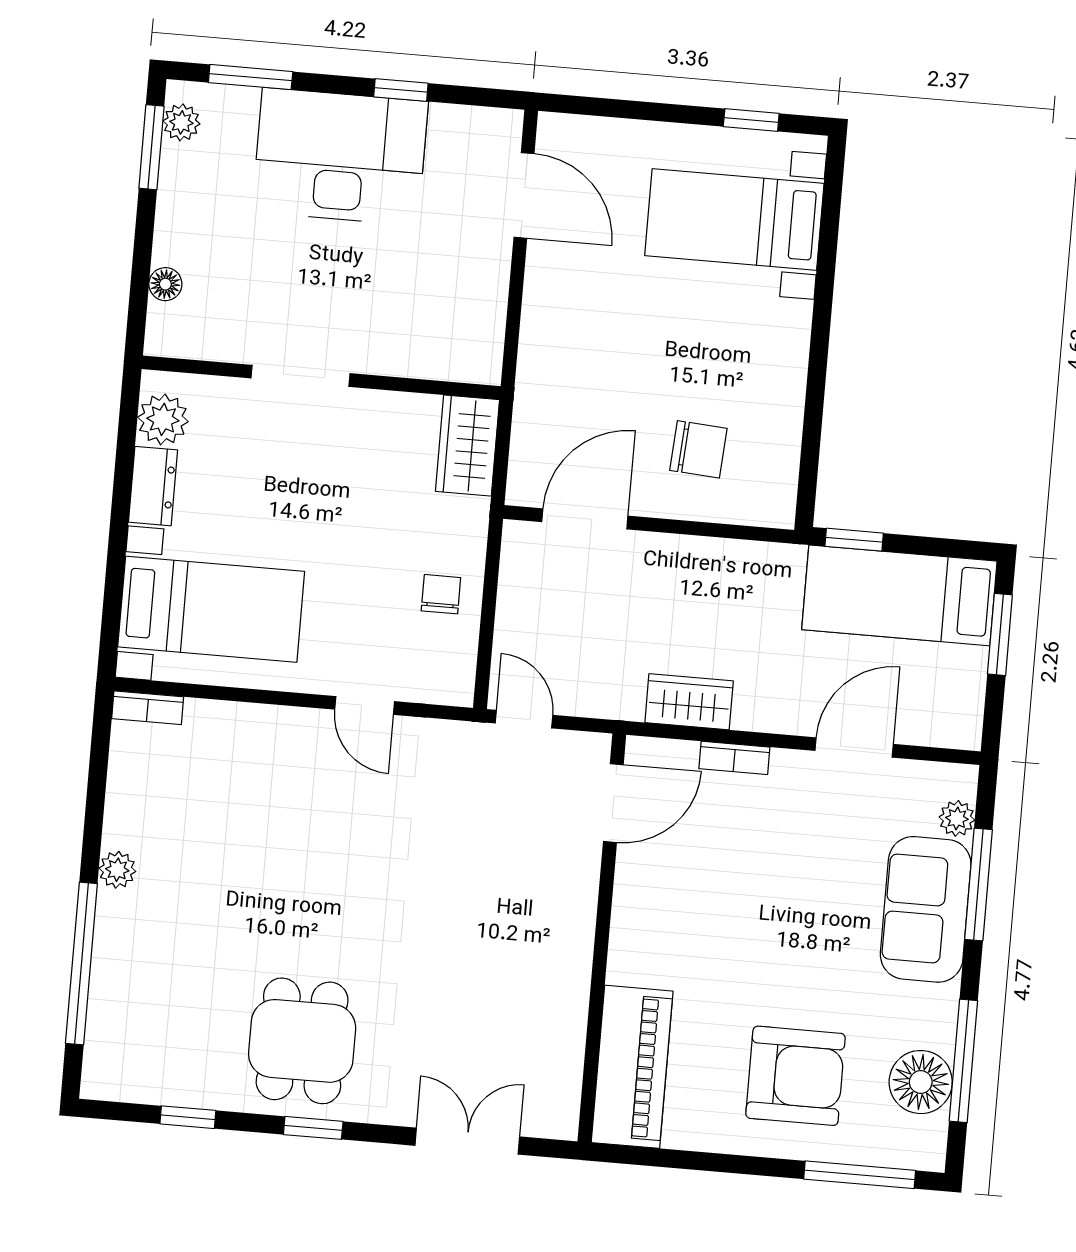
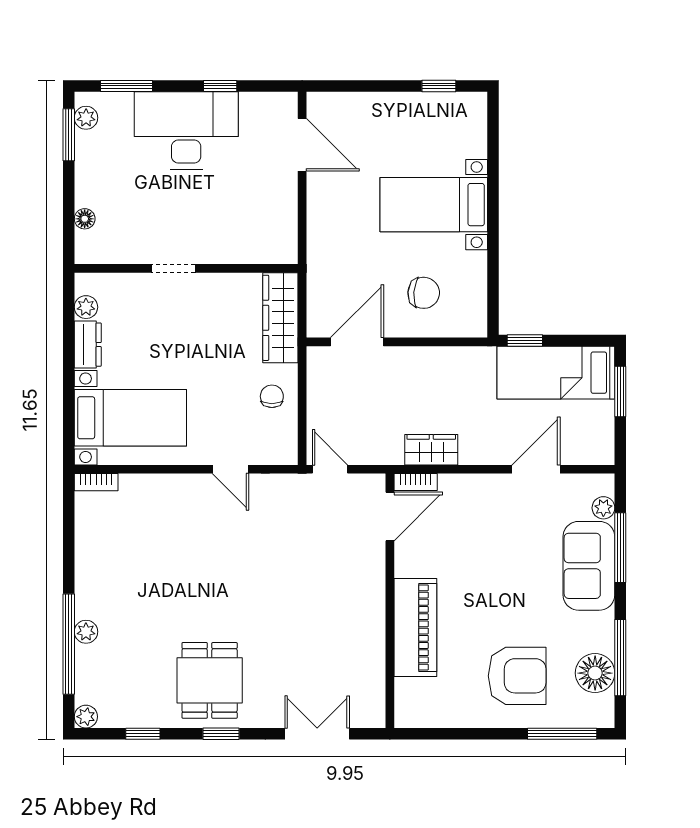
bed with nightstands: (734, 219) -> (434, 205), moved
doorway: (301, 376) -> (173, 268), width x0.73
plant: (163, 419) -> (86, 307), width x0.73, depth x0.73
wardrobe: (467, 446) -> (280, 318), width x1.50
bookcase: (734, 758) -> (416, 482), moved
plant: (117, 870) -> (86, 632), moved
piano: (632, 1067) -> (415, 627), moved
plant: (99, 1082) -> (86, 717), added

